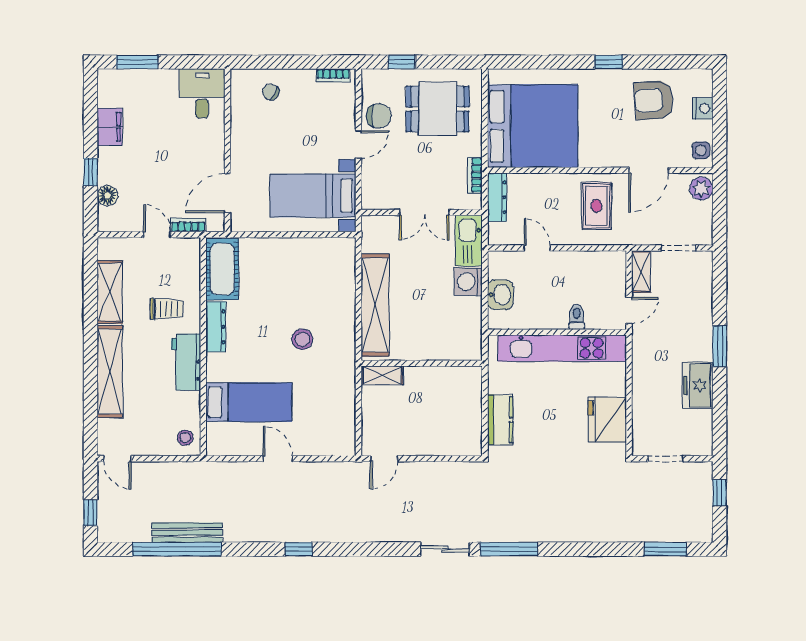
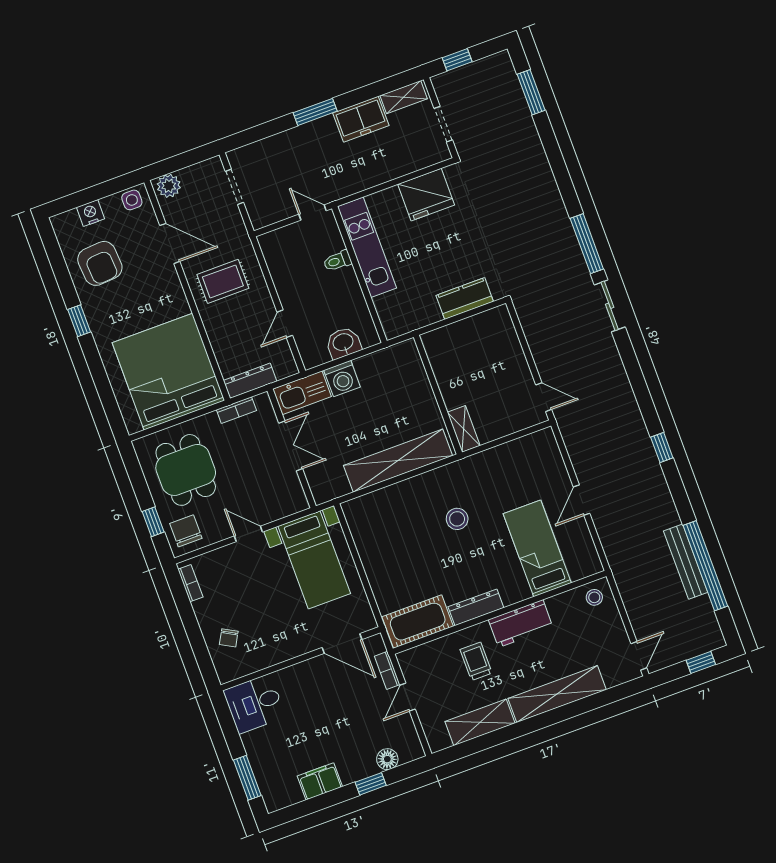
chair: (379, 116) -> (186, 531), moved
shelving: (641, 272) -> (404, 97), moved
kitchen unit: (562, 348) -> (367, 247), width x0.73

